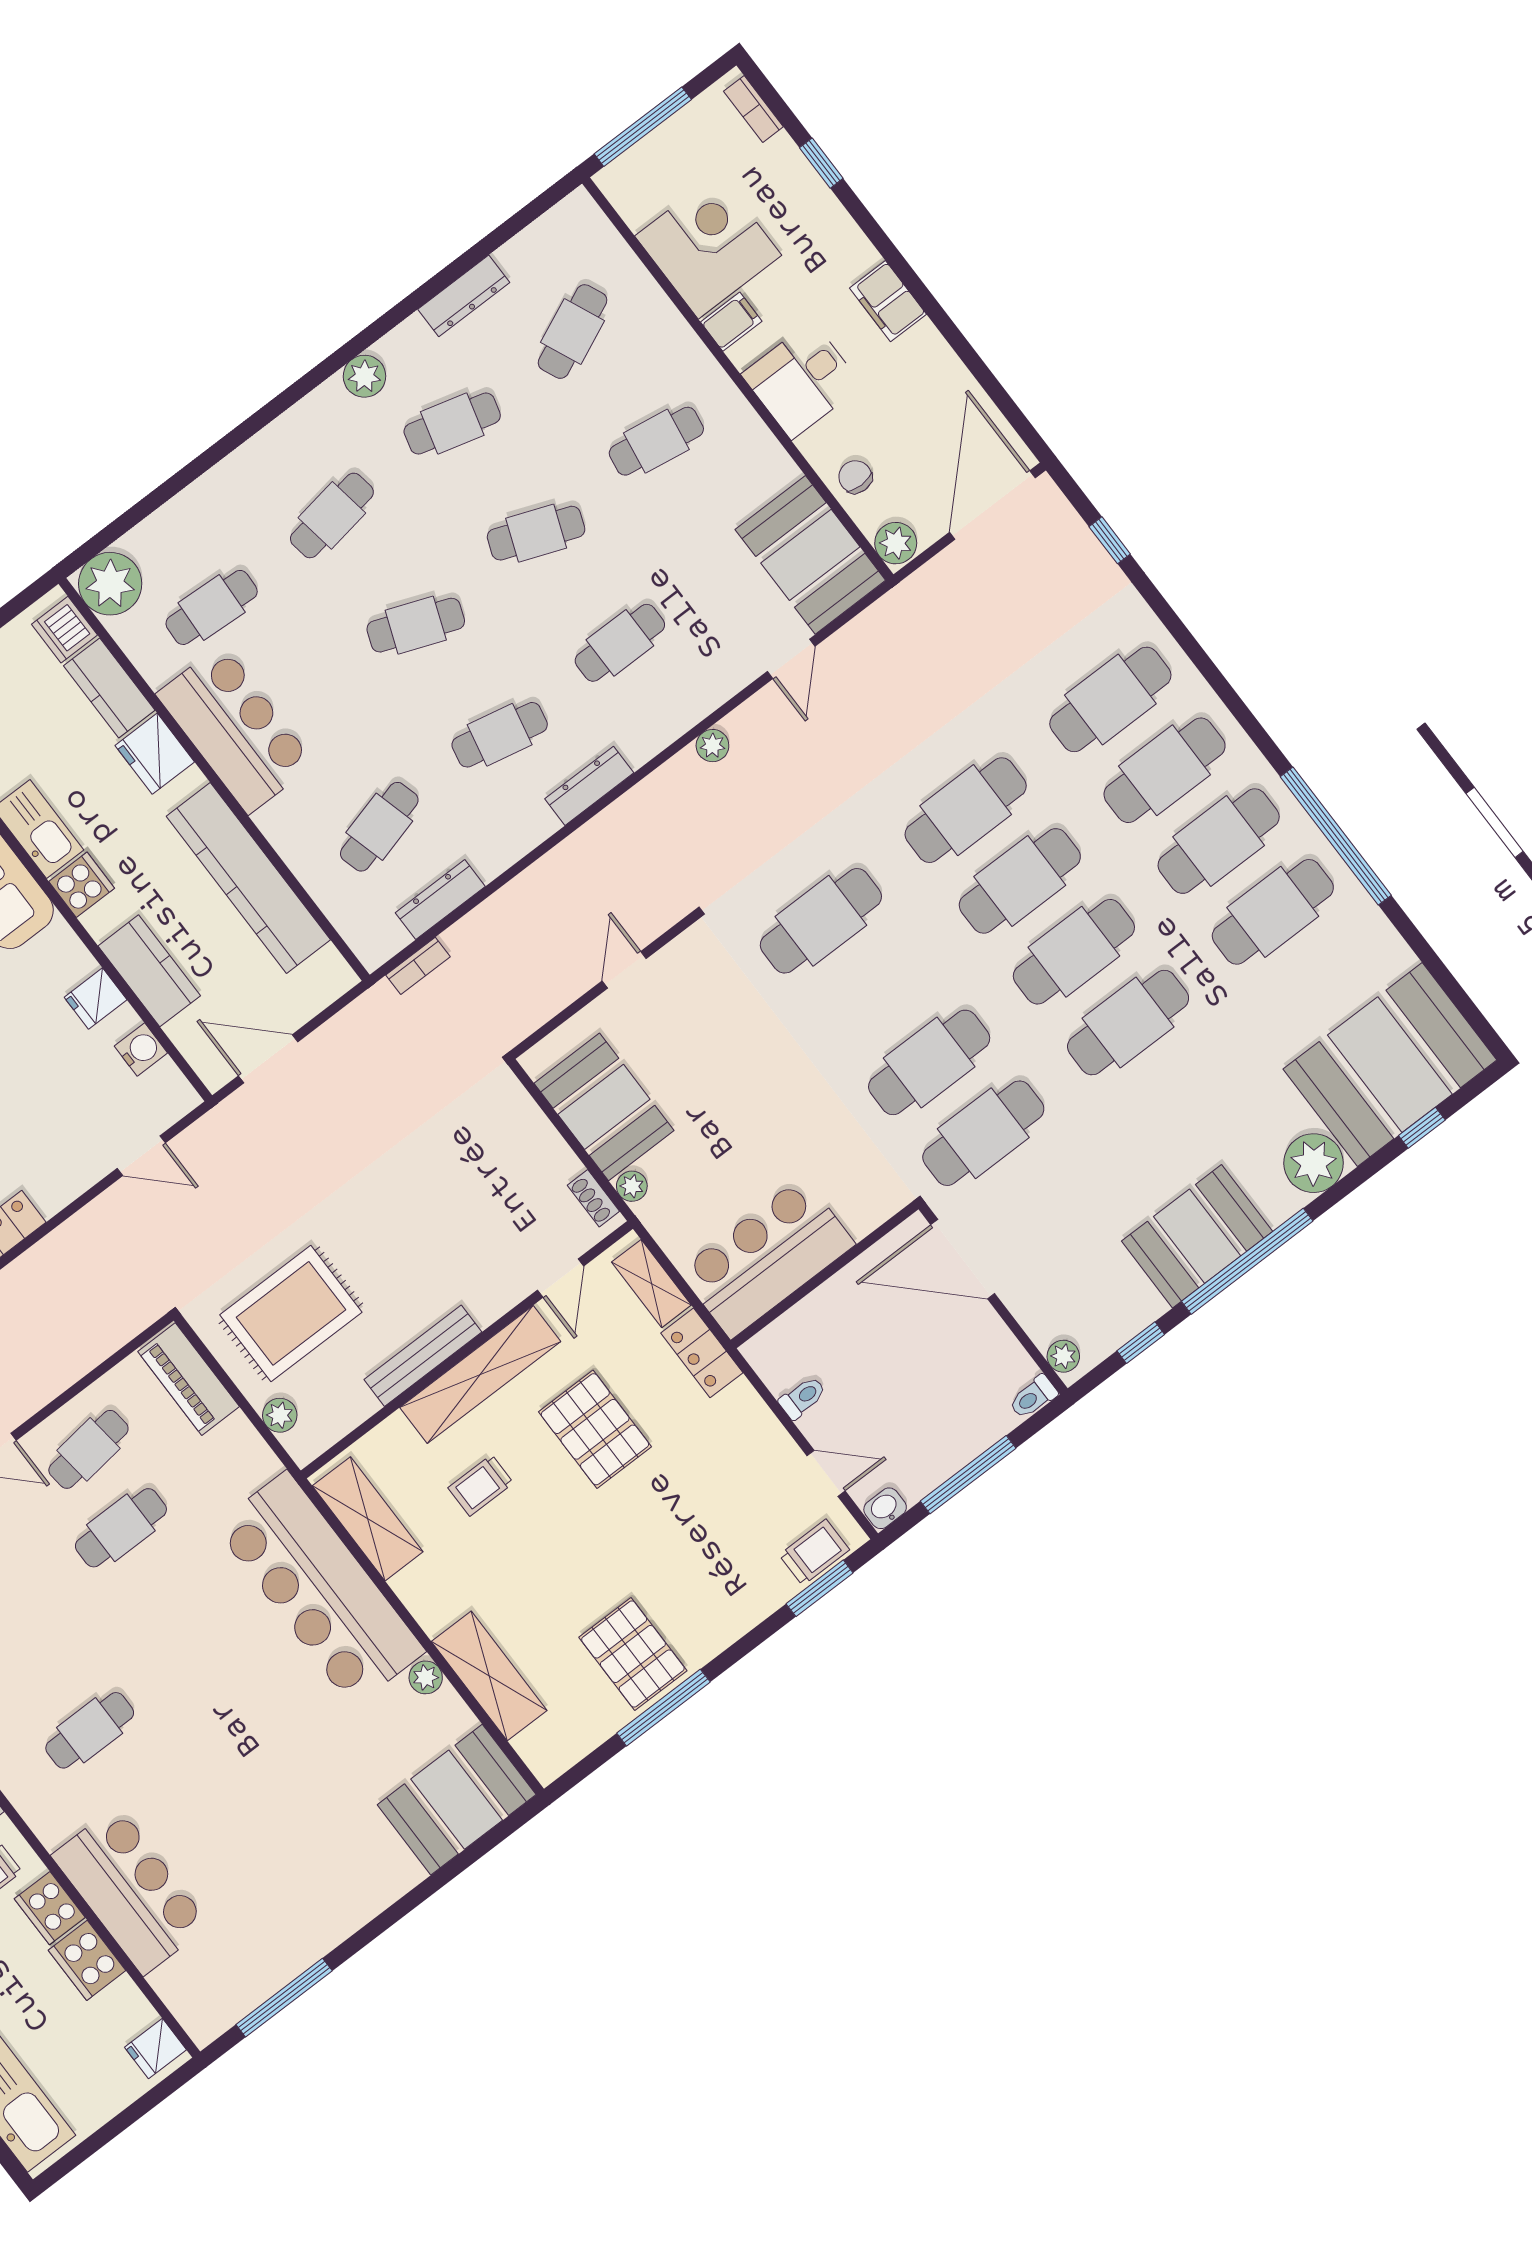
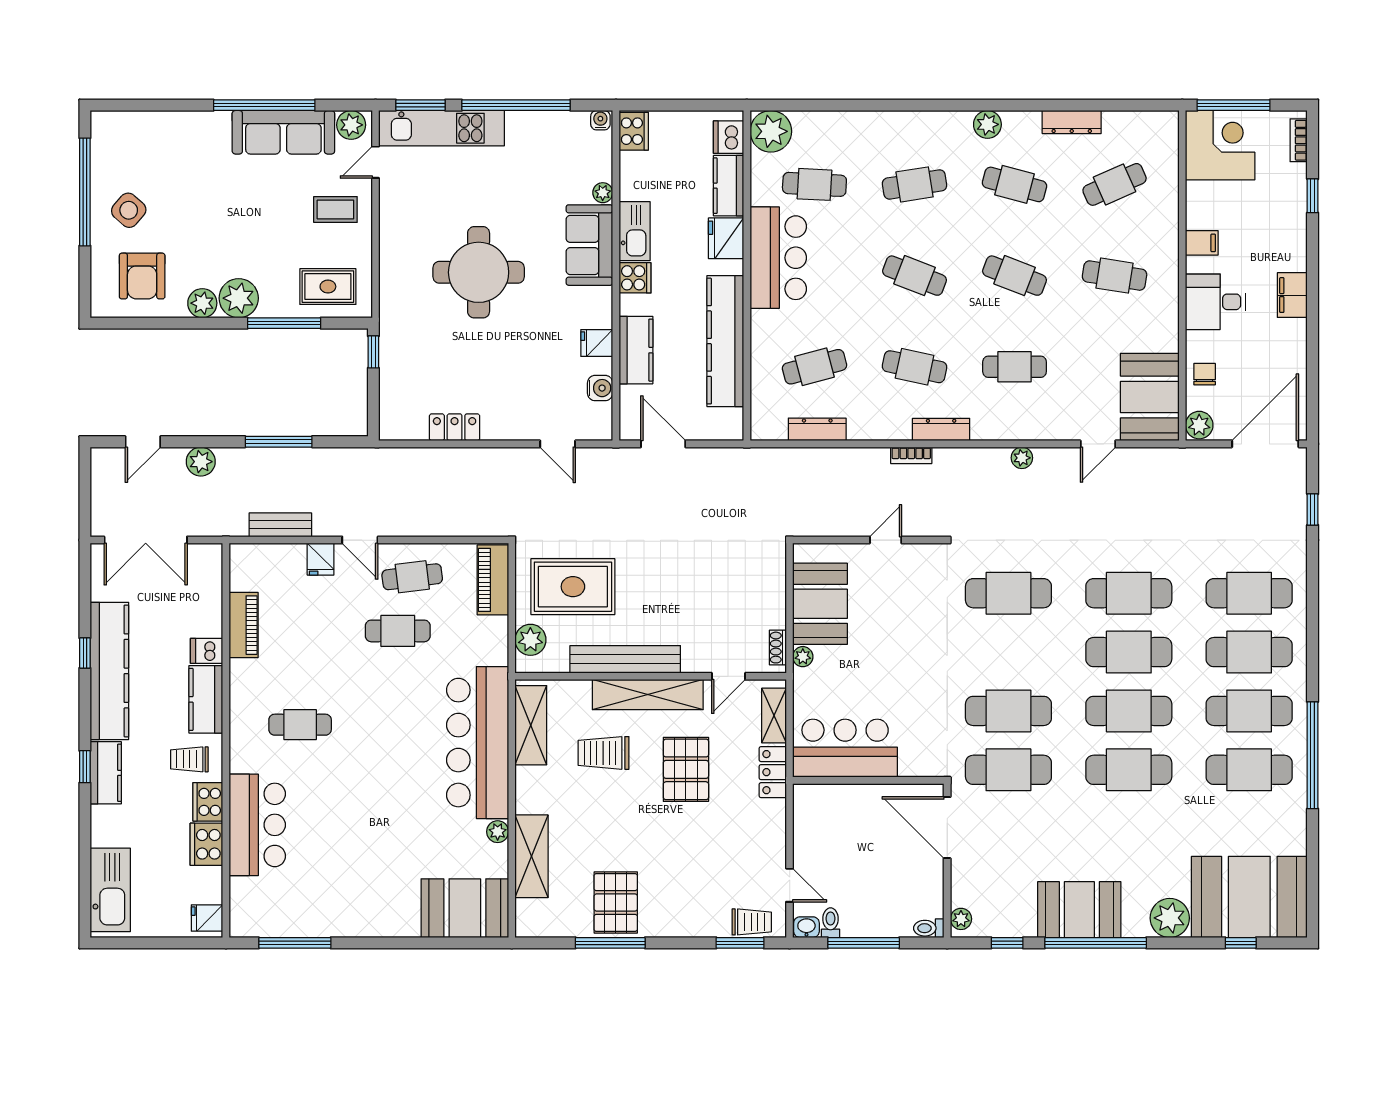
corner desk: (708, 246) -> (1220, 145), moved
bookcase: (418, 966) -> (911, 455), moved
bench: (423, 1356) -> (625, 659), width x1.37, depth x1.21
toilet: (803, 1398) -> (831, 923), moved, turned -90
plant: (280, 1415) -> (530, 640), width x1.38, depth x1.38
trolley: (481, 1485) -> (604, 753), width x1.36, depth x1.39

